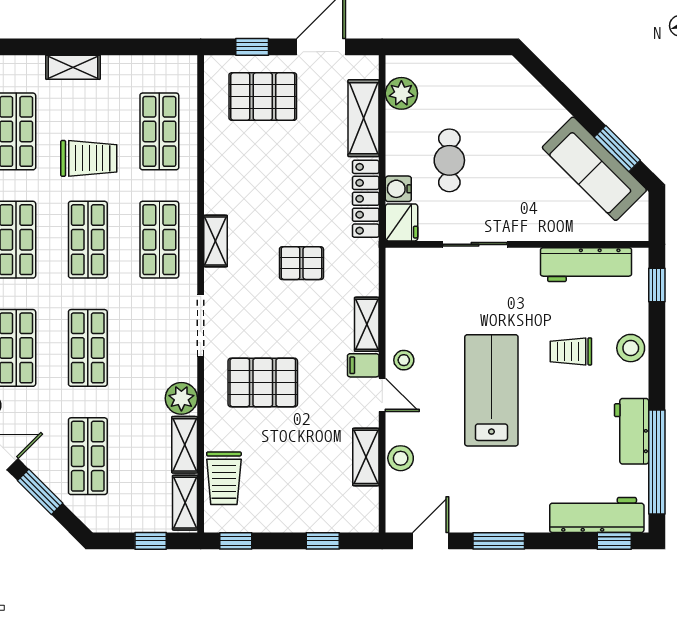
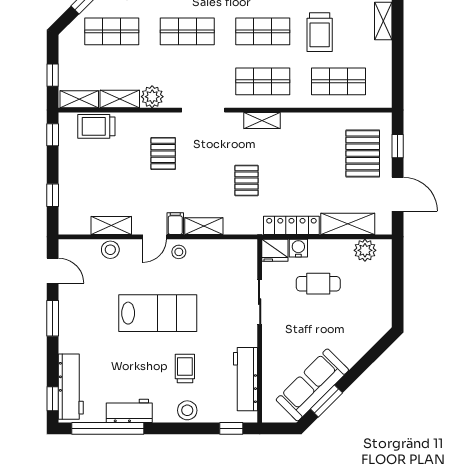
pallet: (263, 383) -> (163, 153), width x0.67, depth x0.71

